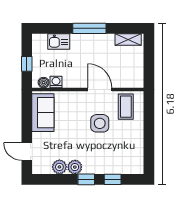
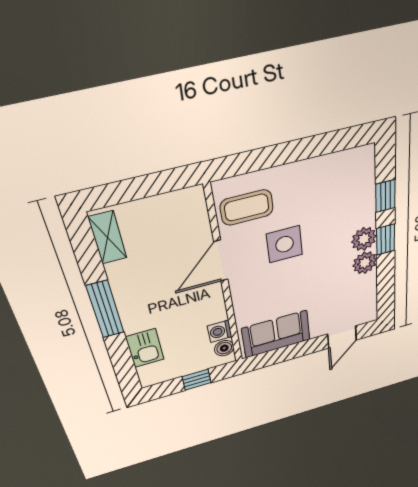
plant: (59, 167) -> (364, 239), moved

